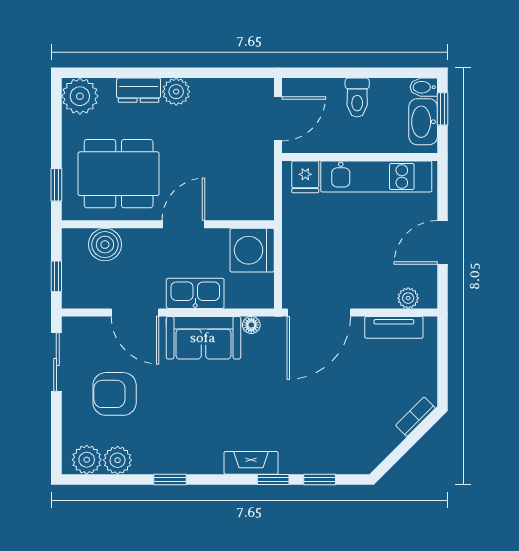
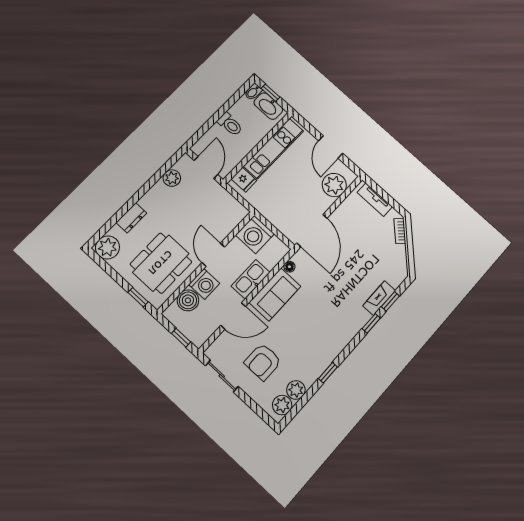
plant: (176, 92) -> (172, 178), moved
washing machine: (141, 245) -> (204, 284), added
plant: (408, 298) -> (334, 185), width x1.88, depth x1.88
tv unit: (394, 327) -> (375, 200), moved, turned 90
fireplace: (251, 463) -> (379, 298), moved

